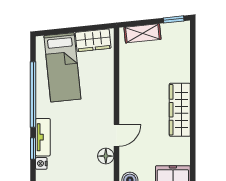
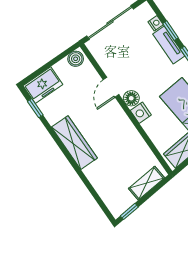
nightstand: (106, 96) -> (141, 113), added
floor lamp: (106, 156) -> (131, 98), moved
window: (193, 162) -> (35, 108), added

